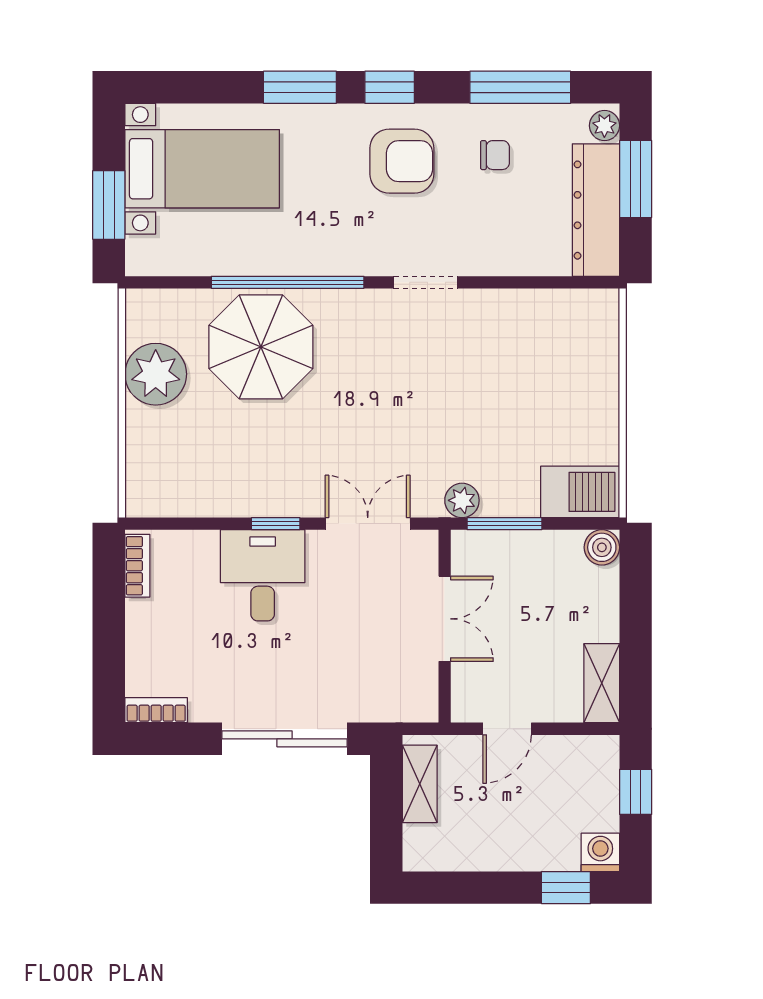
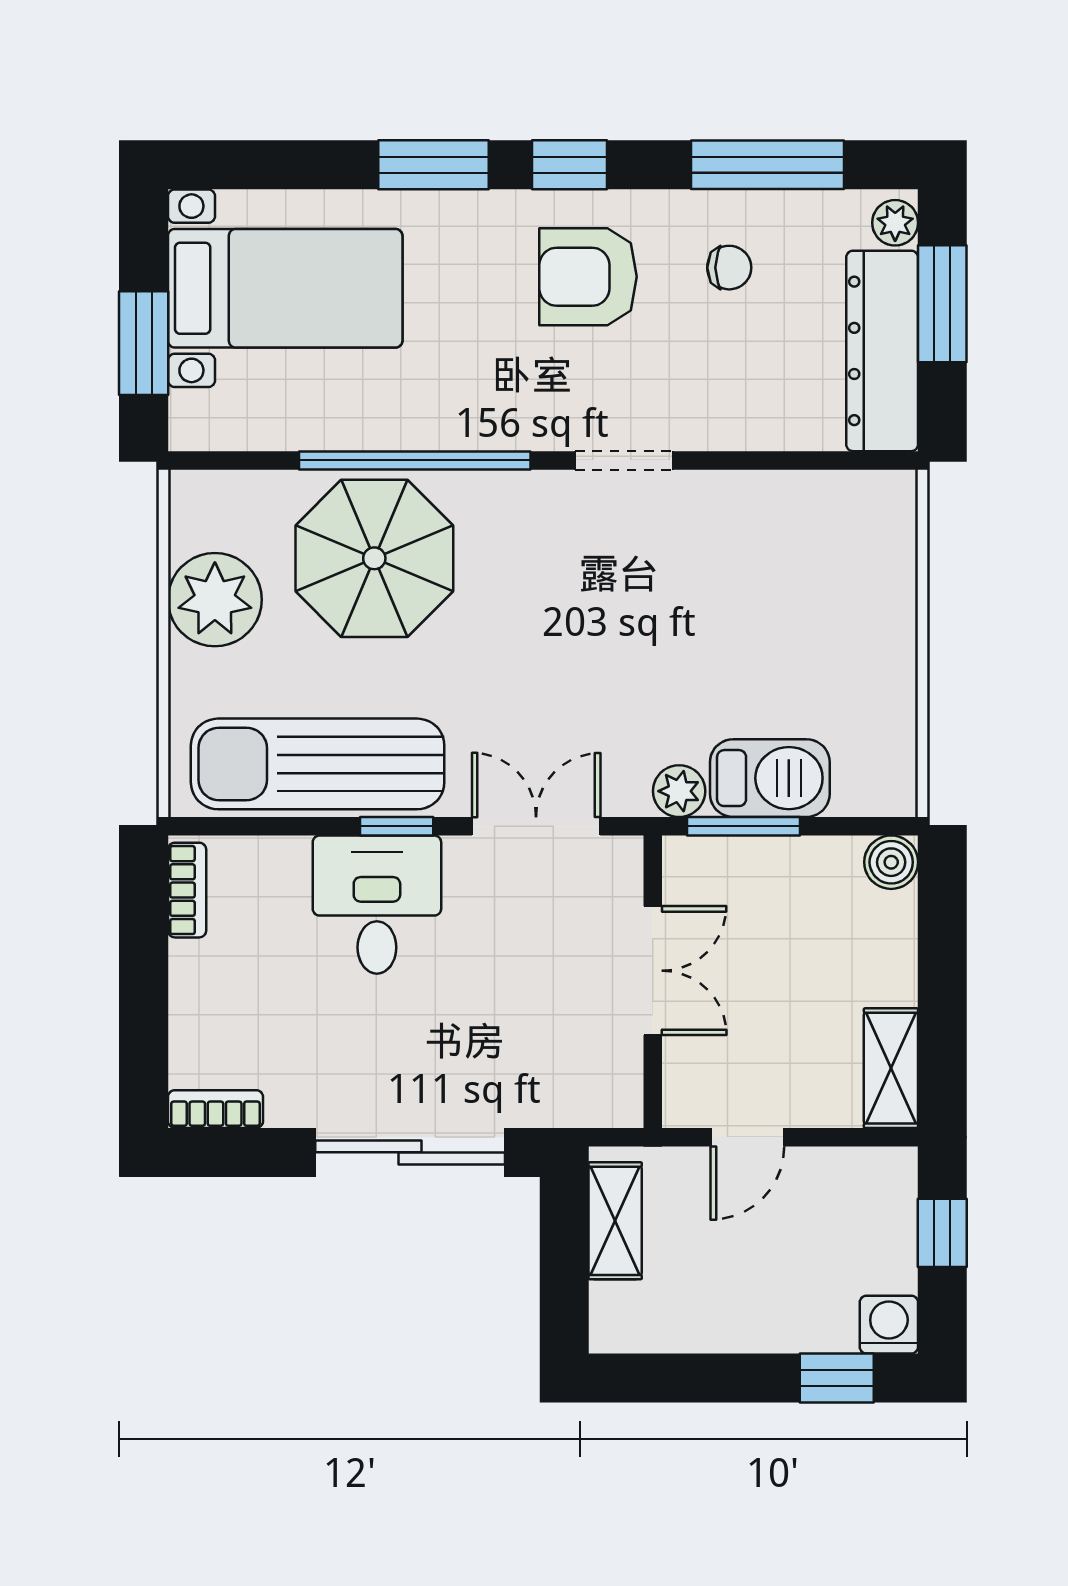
armchair: (402, 161) -> (588, 277), turned 180
sun lounger: (223, 483) -> (318, 764), added
barbecue: (580, 492) -> (770, 778), moved

